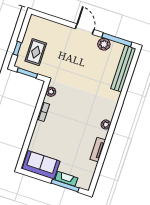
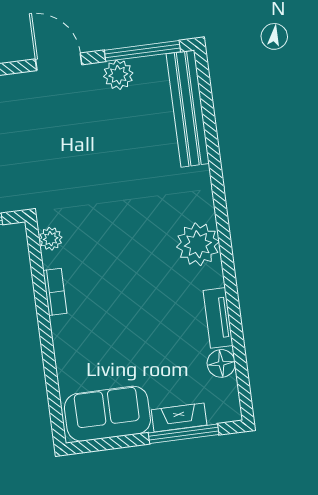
plant: (106, 125) -> (198, 244), width x1.88, depth x1.88
floor lamp: (91, 167) -> (221, 363), added

